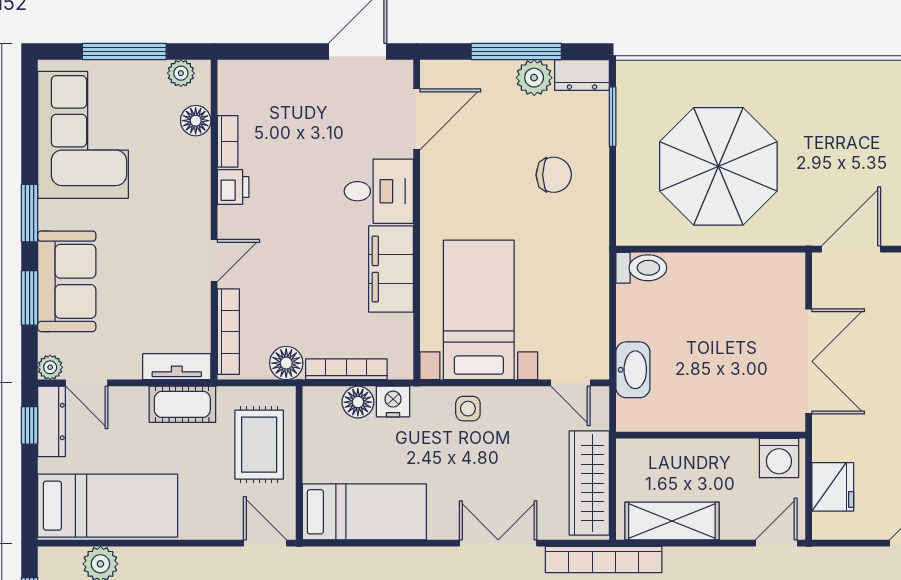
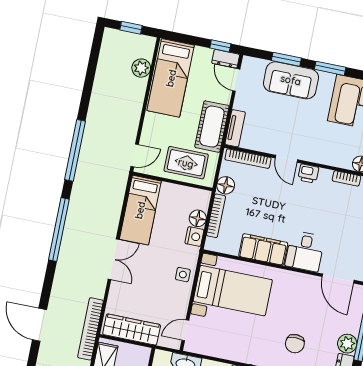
printer: (233, 187) -> (308, 174), moved
plant: (50, 367) -> (248, 63), removed
door: (87, 383) -> (236, 80), hinge flipped
cot: (182, 404) -> (212, 127), width x1.37, depth x1.34
dresser: (51, 421) -> (226, 59), width x0.70
double door: (498, 543) -> (114, 259), moved

